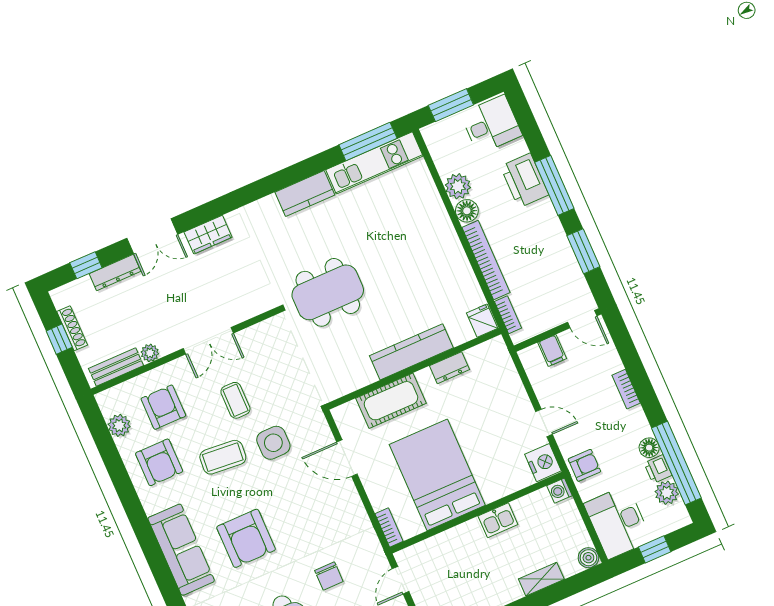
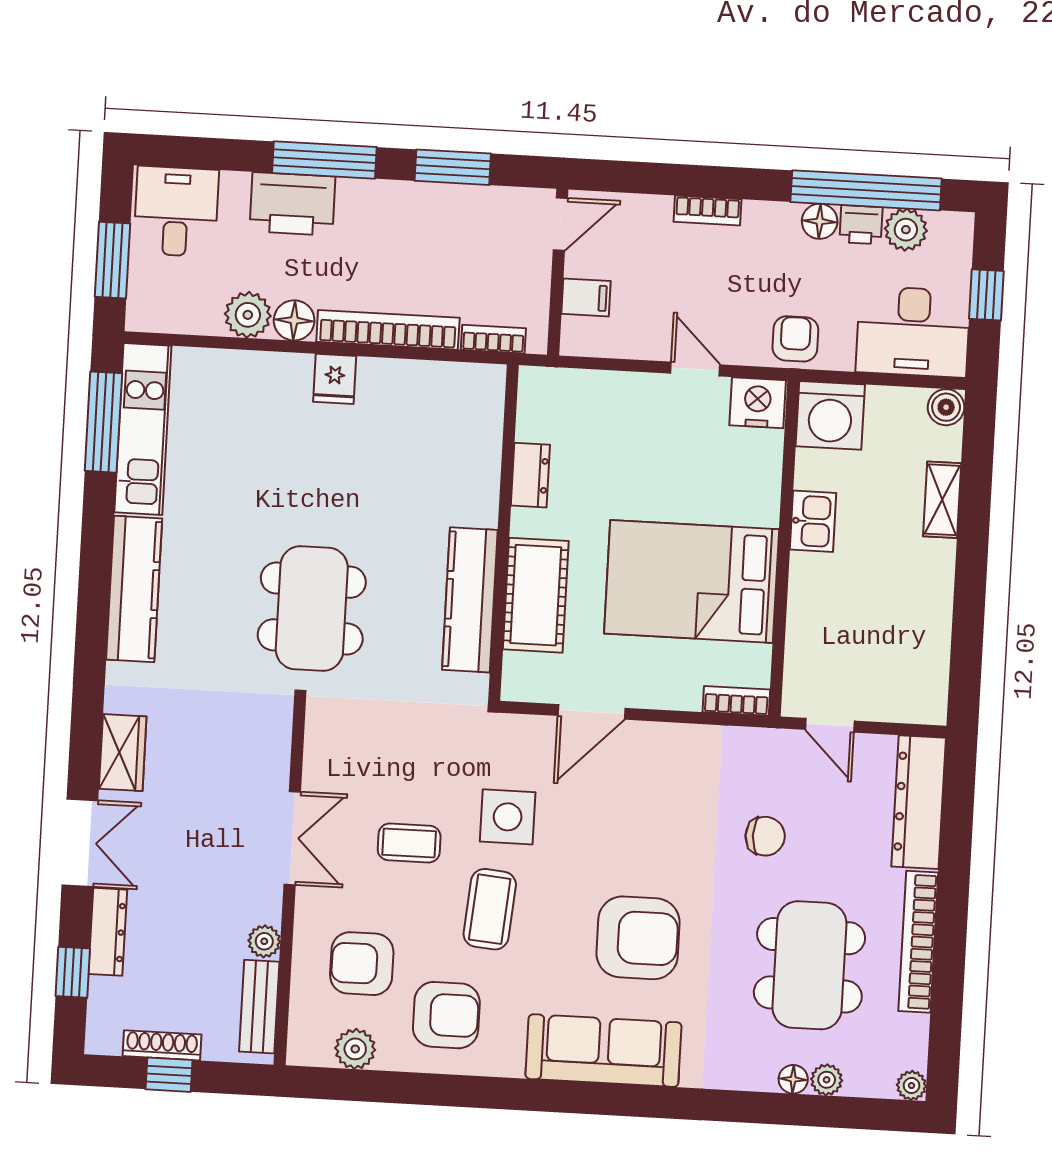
kitchen counter: (305, 194) -> (134, 589), width x1.50
fridge: (482, 321) -> (335, 379), moved, turned -90
kitchen counter: (411, 352) -> (470, 600), moved
door: (544, 423) -> (695, 369), hinge flipped
washing machine: (560, 491) -> (830, 415), width x1.89, depth x1.89

